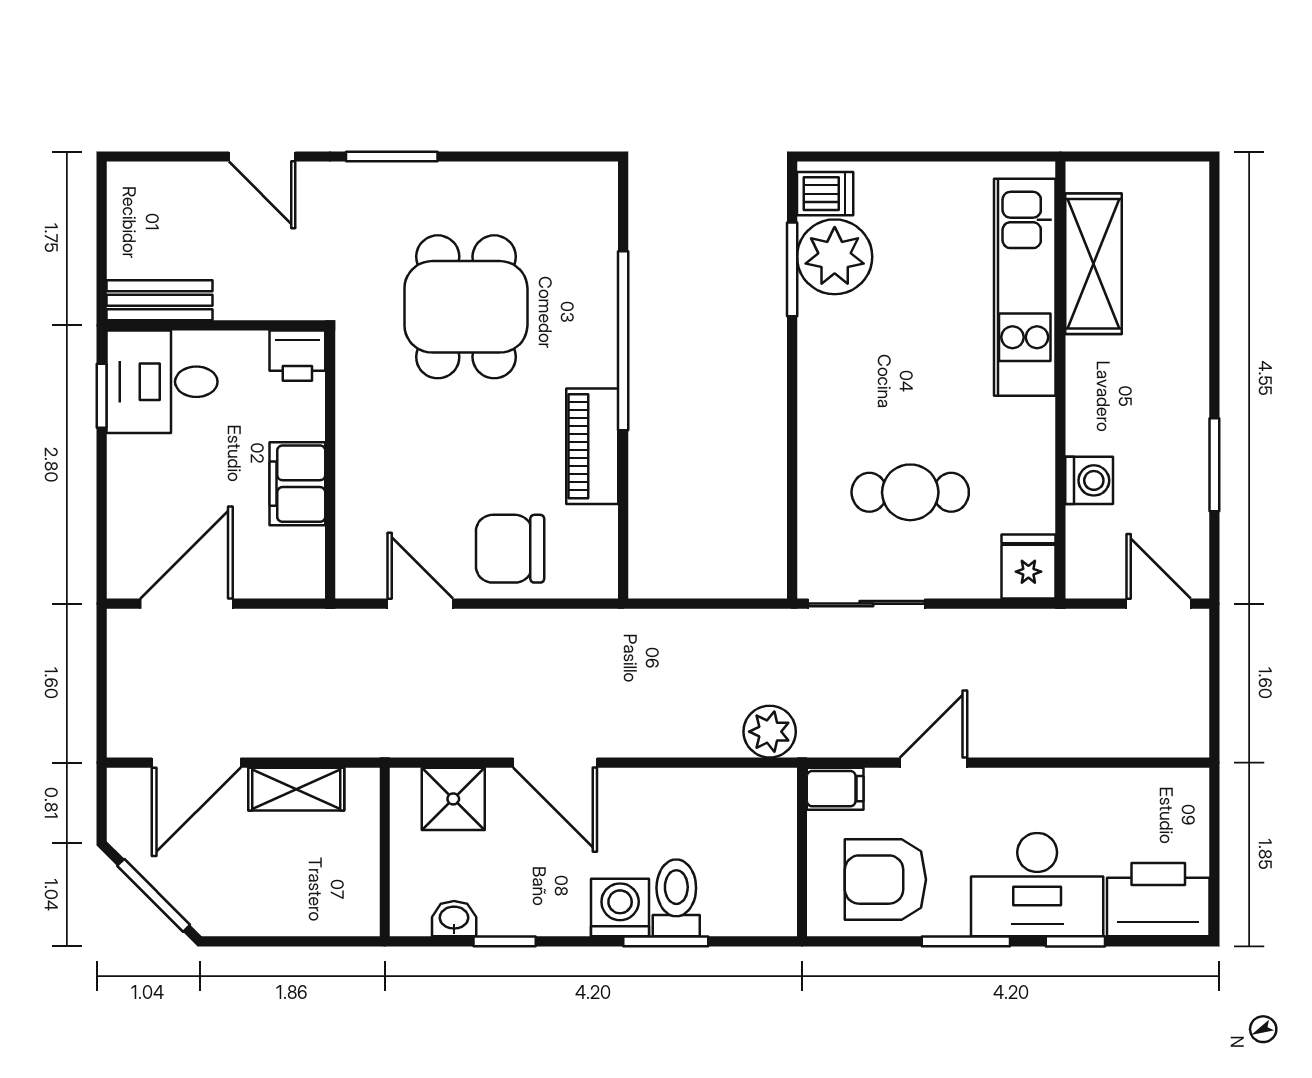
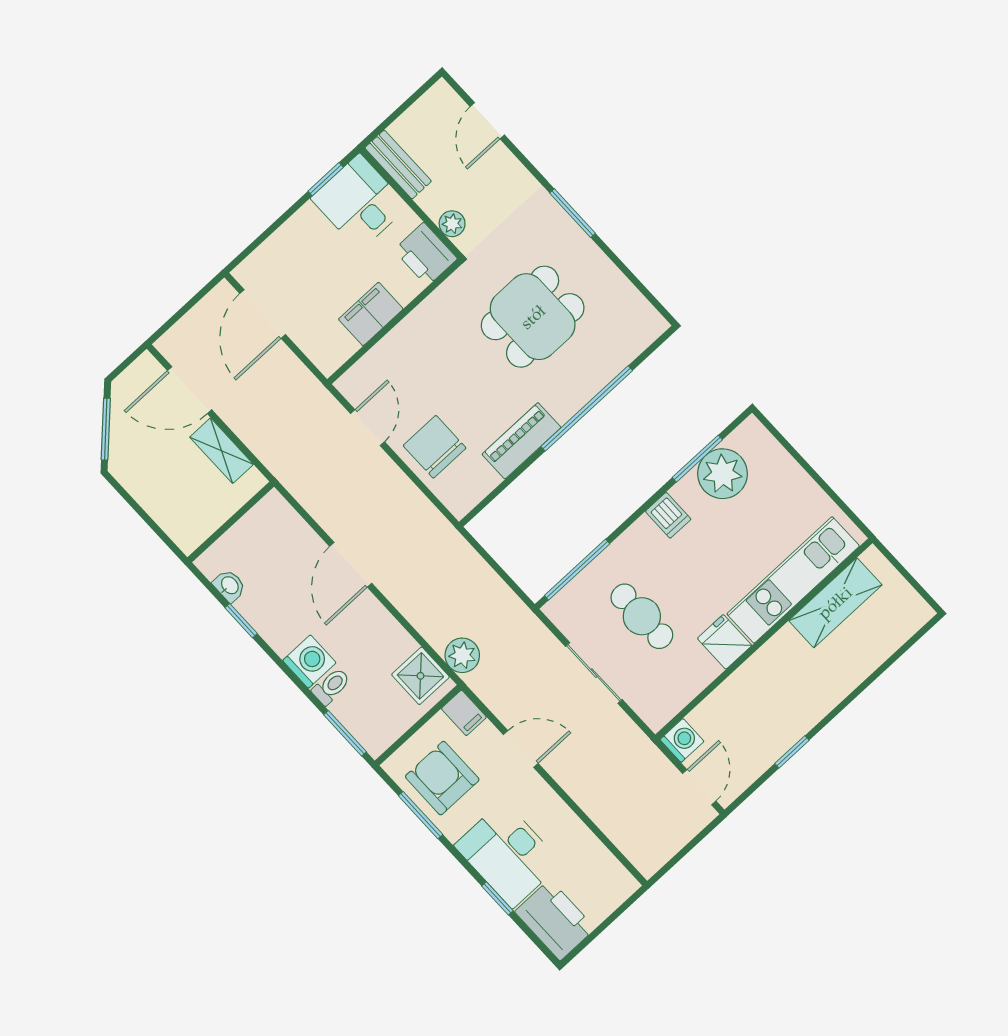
door: (262, 157) -> (487, 121), moved
dishwasher: (825, 194) -> (668, 515), moved
plant: (280, 301) -> (452, 224), added
printer: (297, 356) -> (426, 254), width x1.36, depth x1.24
window: (1214, 465) -> (792, 752), width x0.67
washing machine: (1089, 480) -> (682, 740), moved, turned -90
window: (792, 516) -> (577, 570), added
fridge: (1028, 567) -> (725, 642), moved, turned -90
door: (187, 604) -> (263, 314), swing flipped
sliding door: (866, 604) -> (594, 673), moved
shower: (453, 799) -> (420, 676), moved
toilet: (676, 898) -> (331, 686), width x0.73, depth x0.72
window: (666, 941) -> (345, 733), moved
window: (966, 941) -> (421, 815), moved

